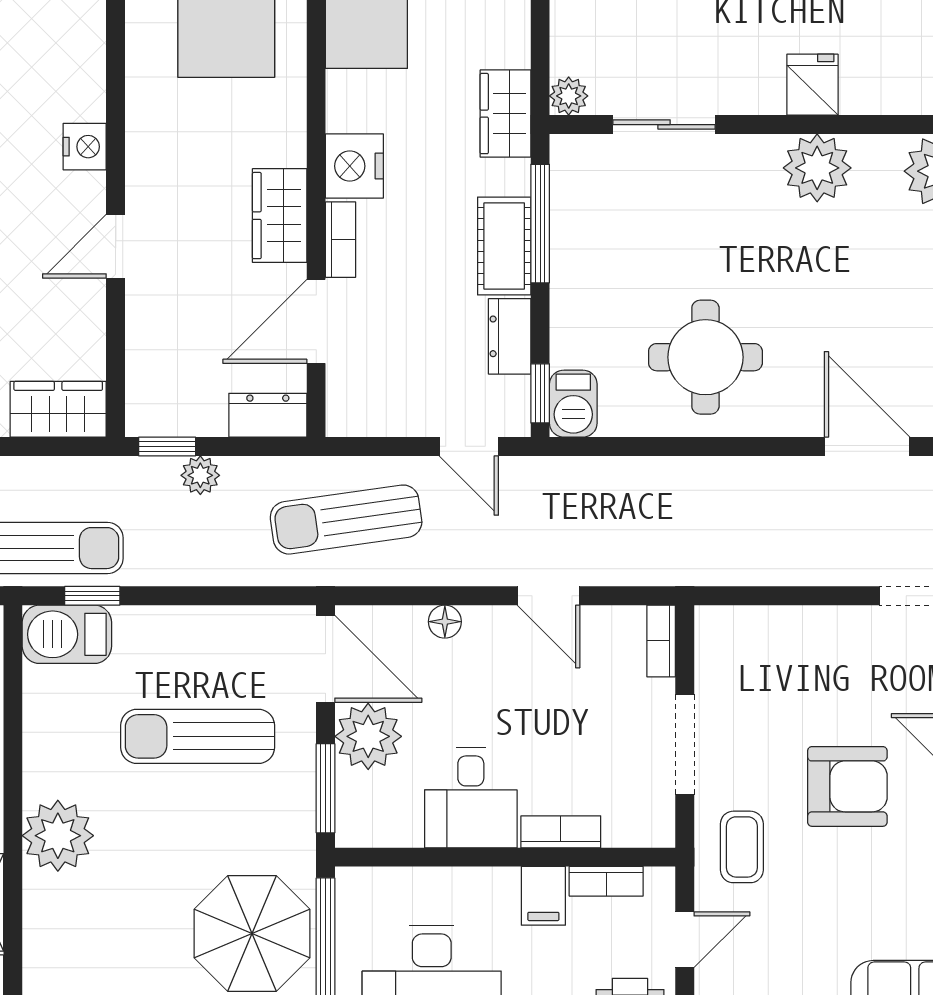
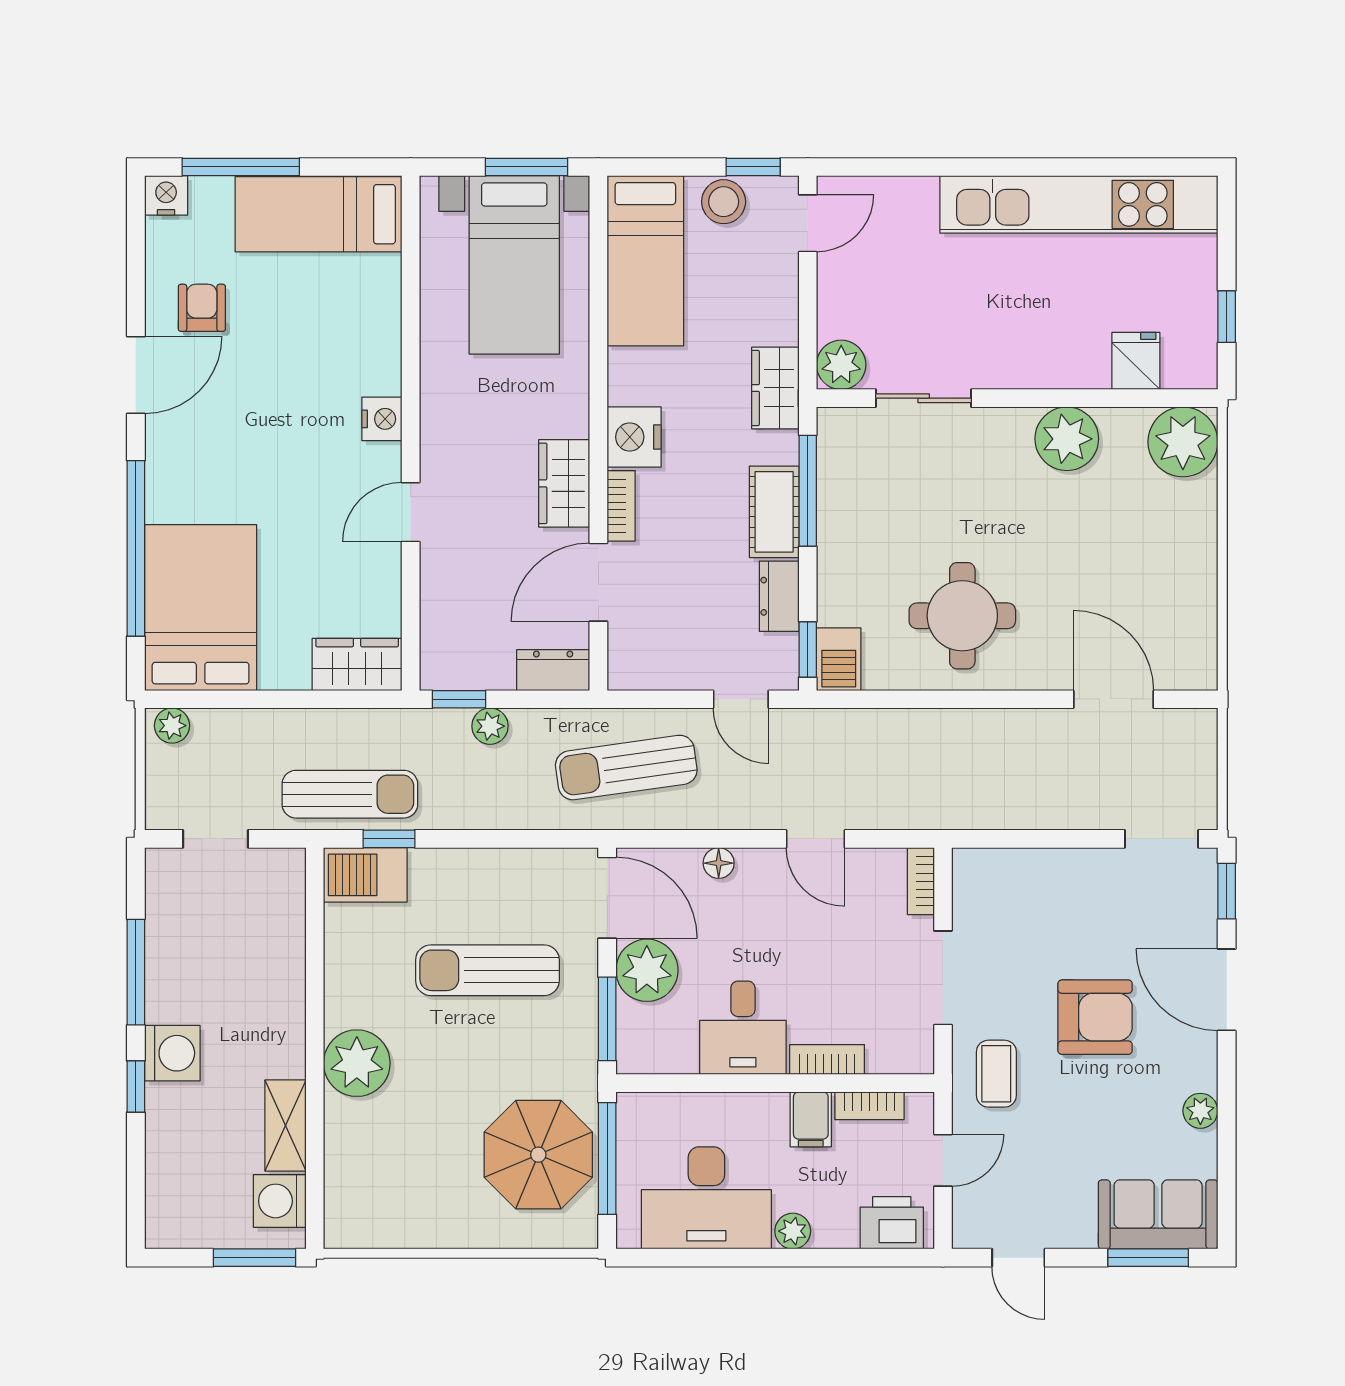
fridge: (812, 85) -> (1136, 361), moved
plant: (569, 96) -> (841, 365), width x1.38, depth x1.38

